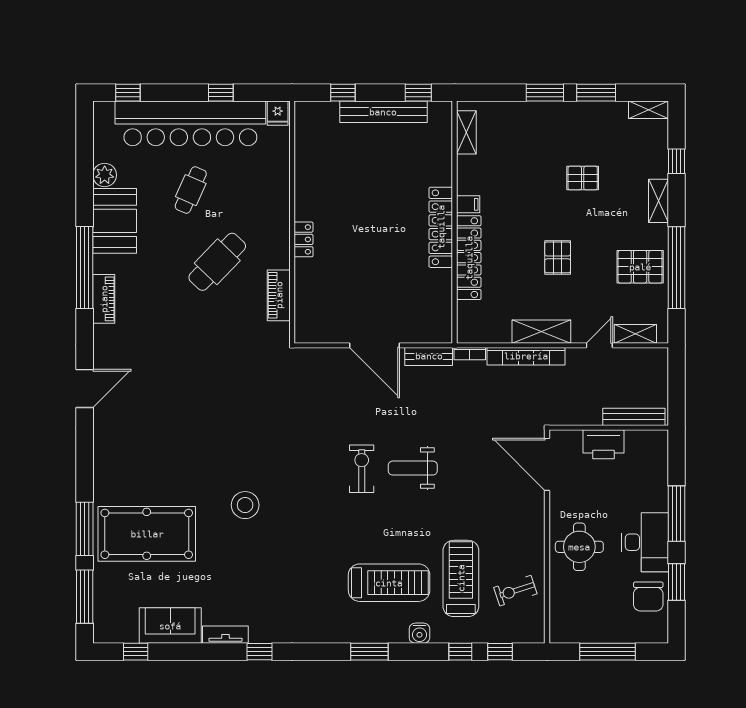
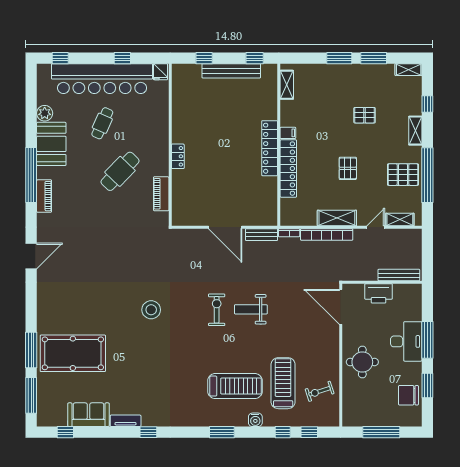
stool: (245, 505) -> (151, 310), moved
desk: (645, 542) -> (406, 341), moved
chair: (648, 596) -> (408, 395), turned 90

